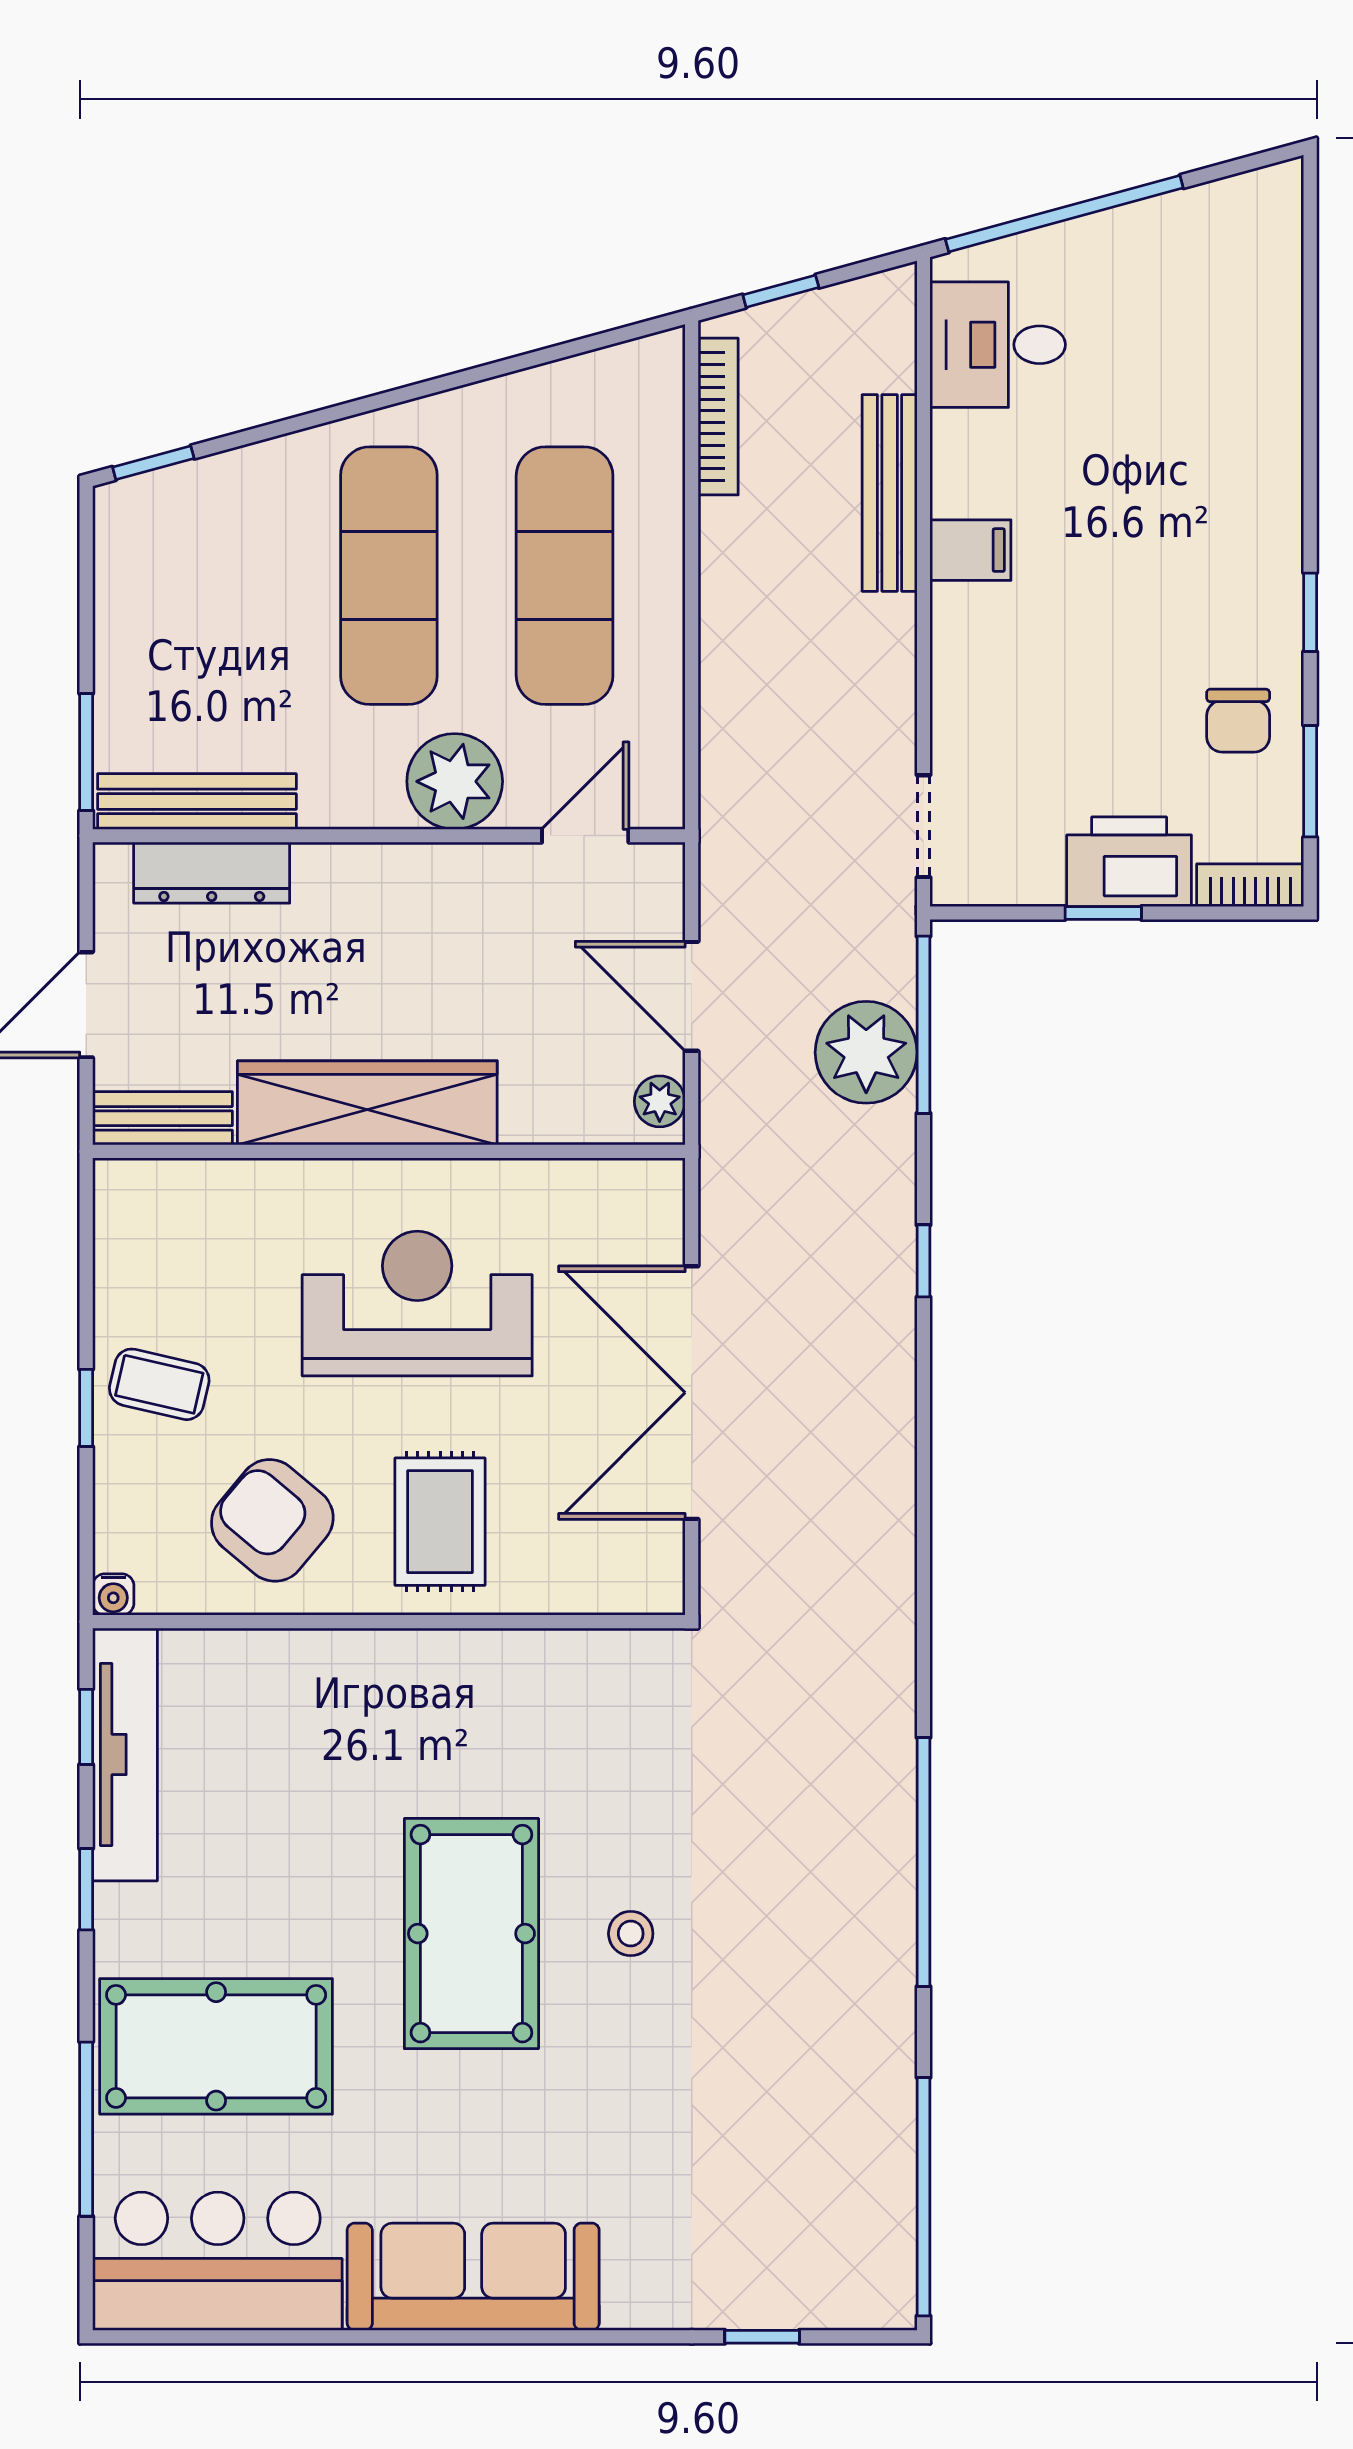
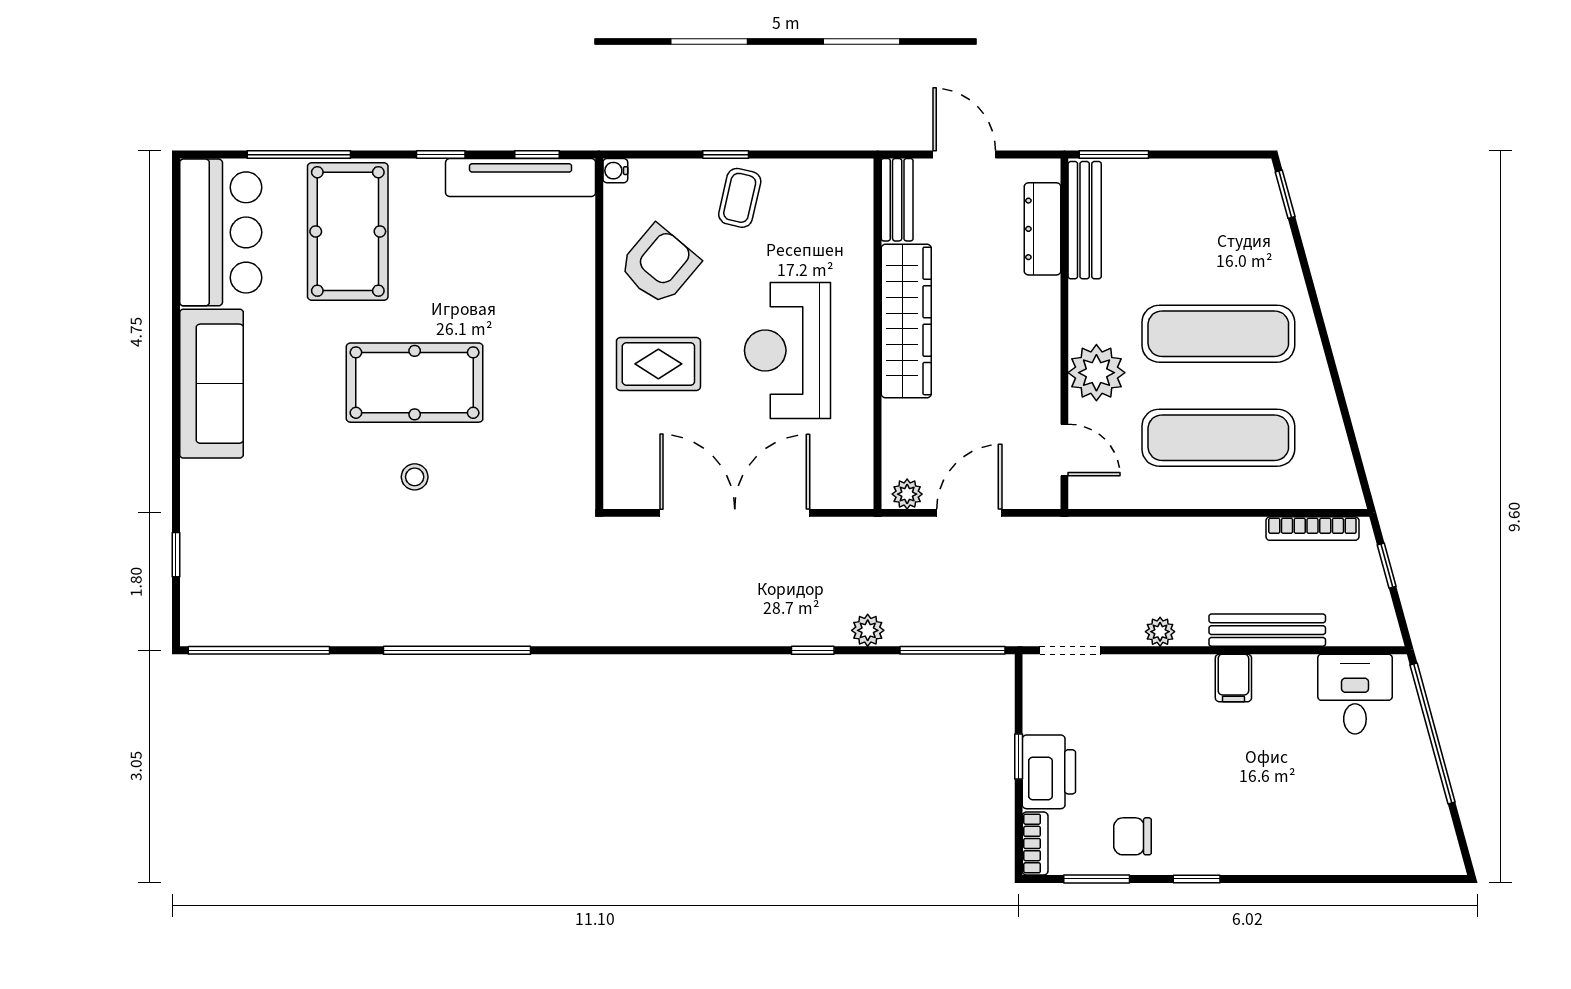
plant: (892, 674) -> (1160, 632), added
plant: (866, 1052) -> (868, 630), moved, width x0.53, depth x0.53
reception desk: (417, 1304) -> (787, 350), turned 180

